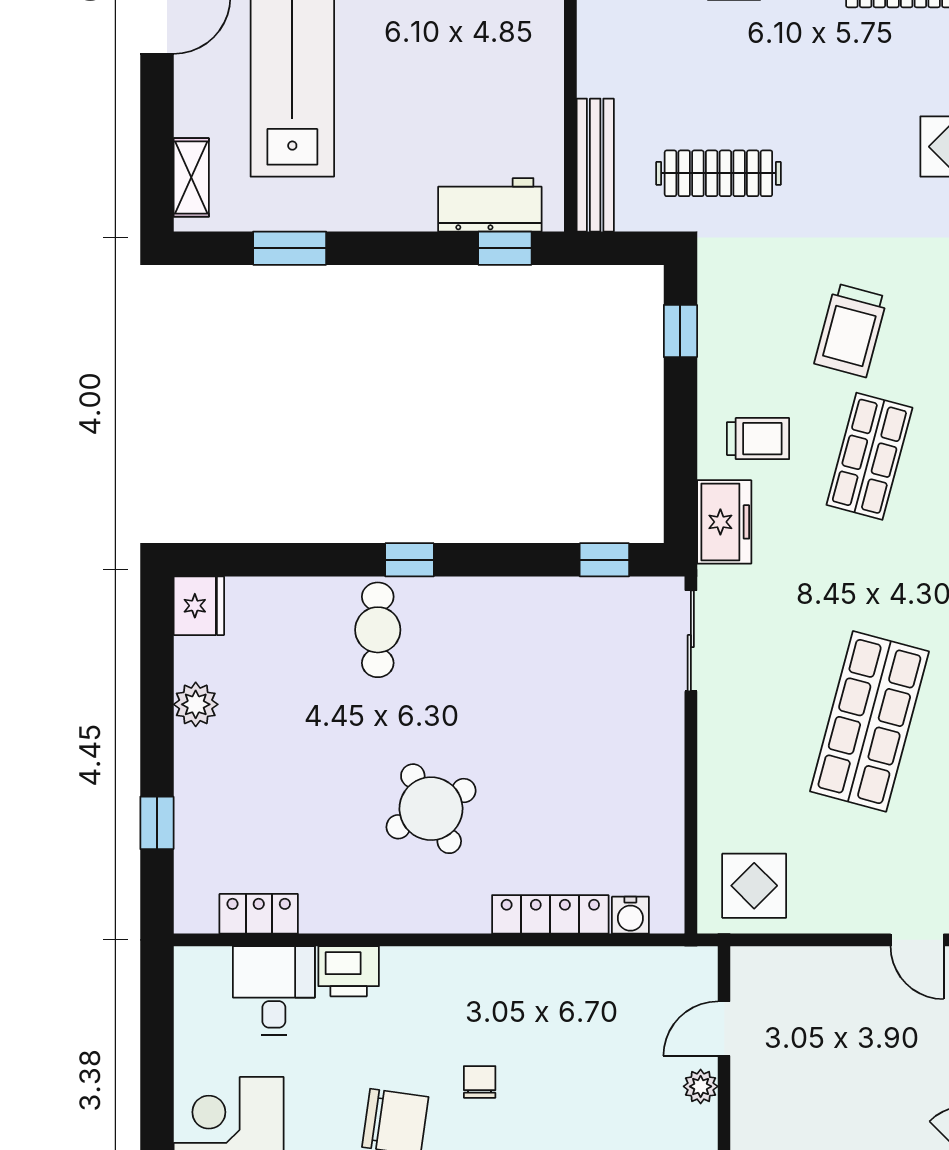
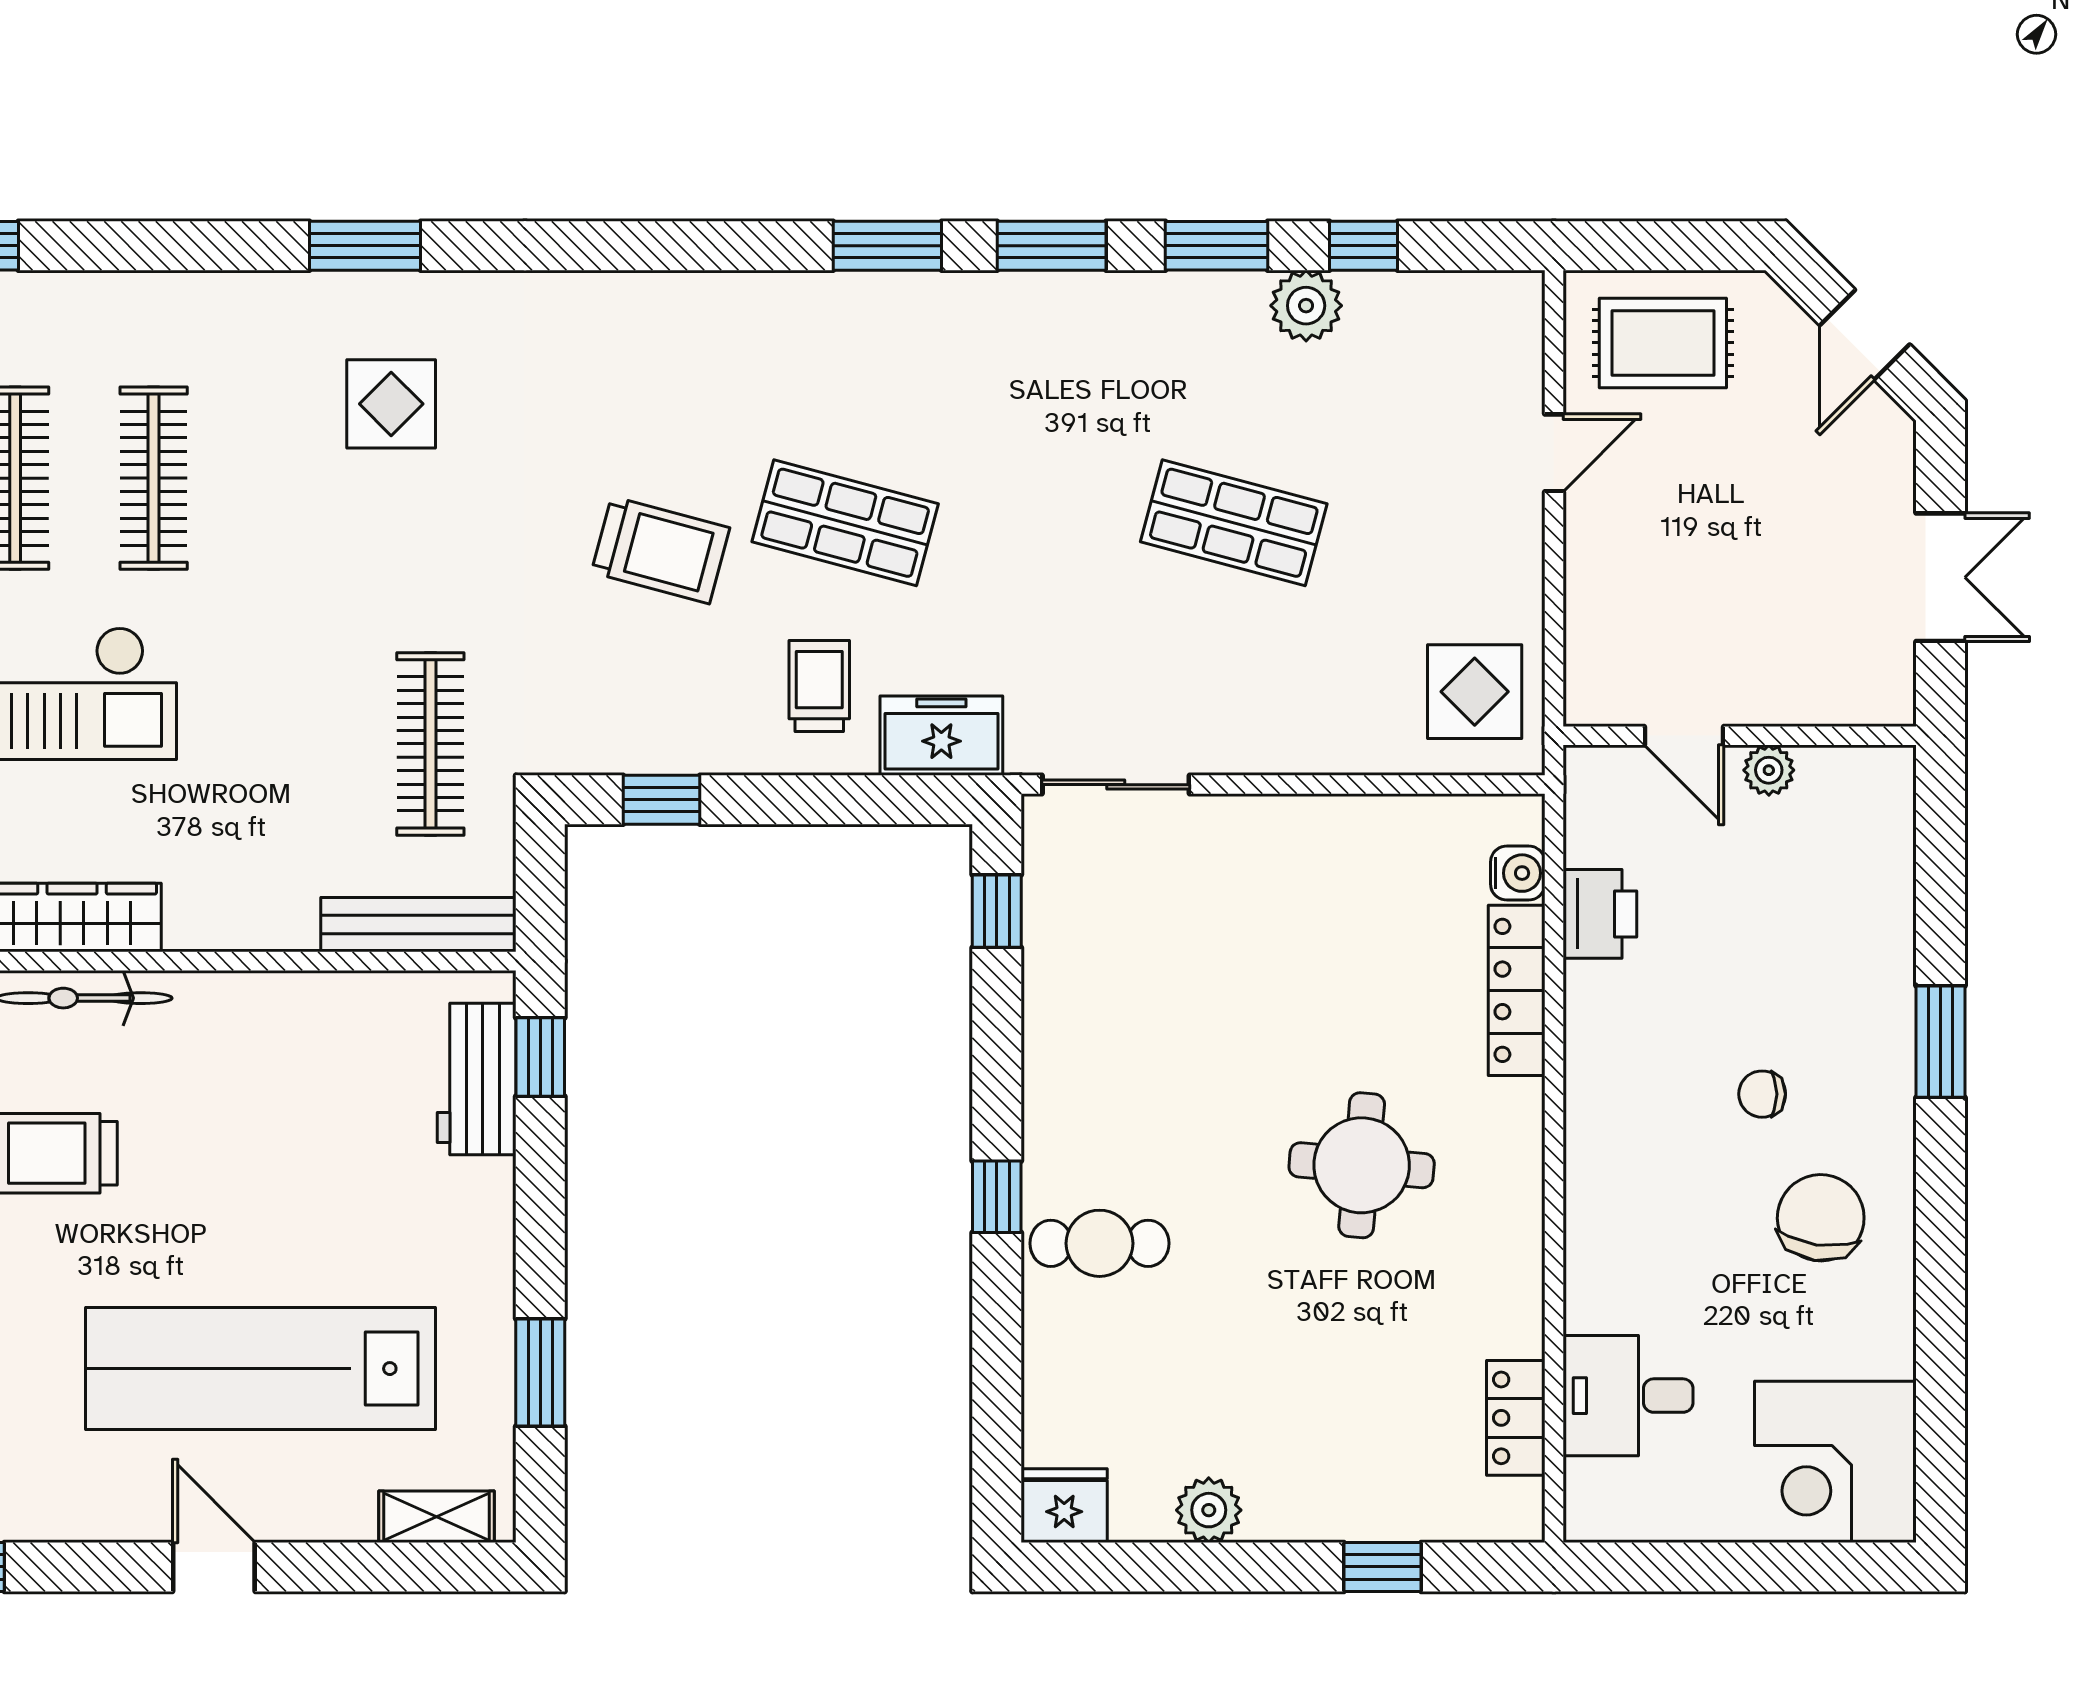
shop shelf: (869, 721) -> (1234, 523), width x0.70, depth x0.74
round table: (431, 809) -> (1362, 1165), turned 34
printer: (349, 971) -> (1600, 914), moved

